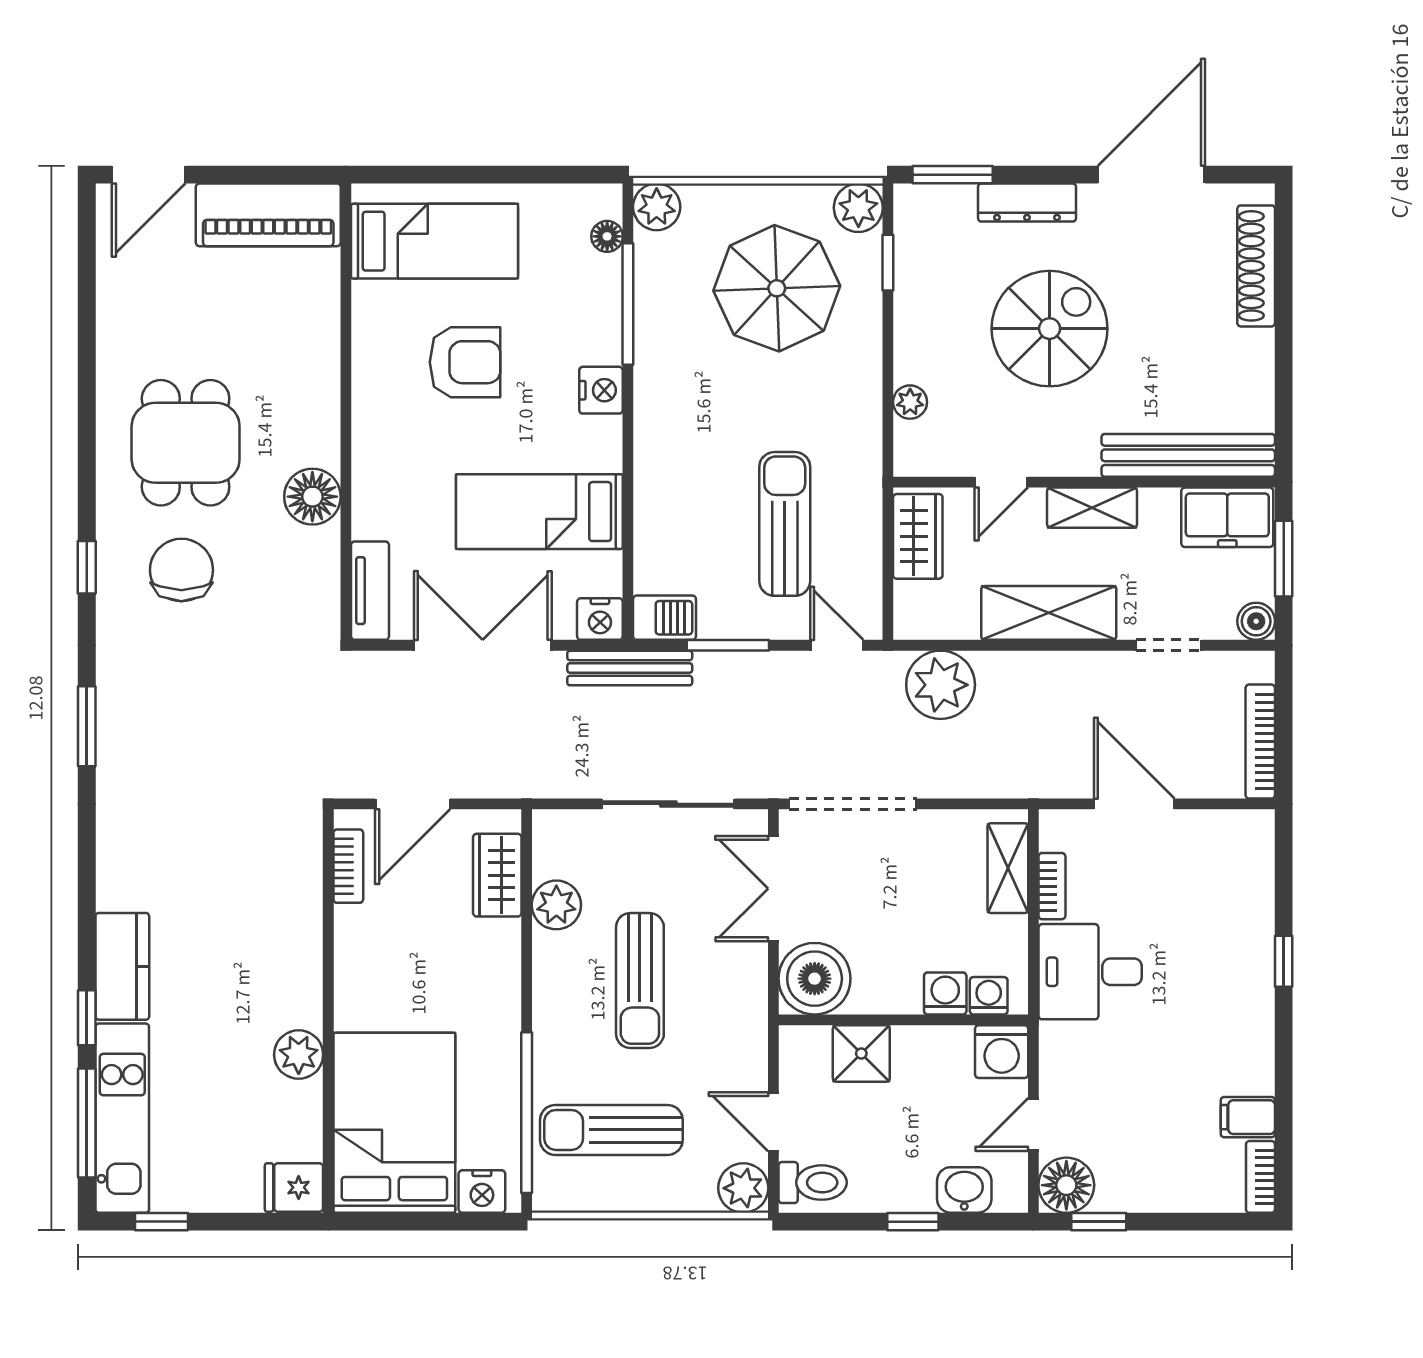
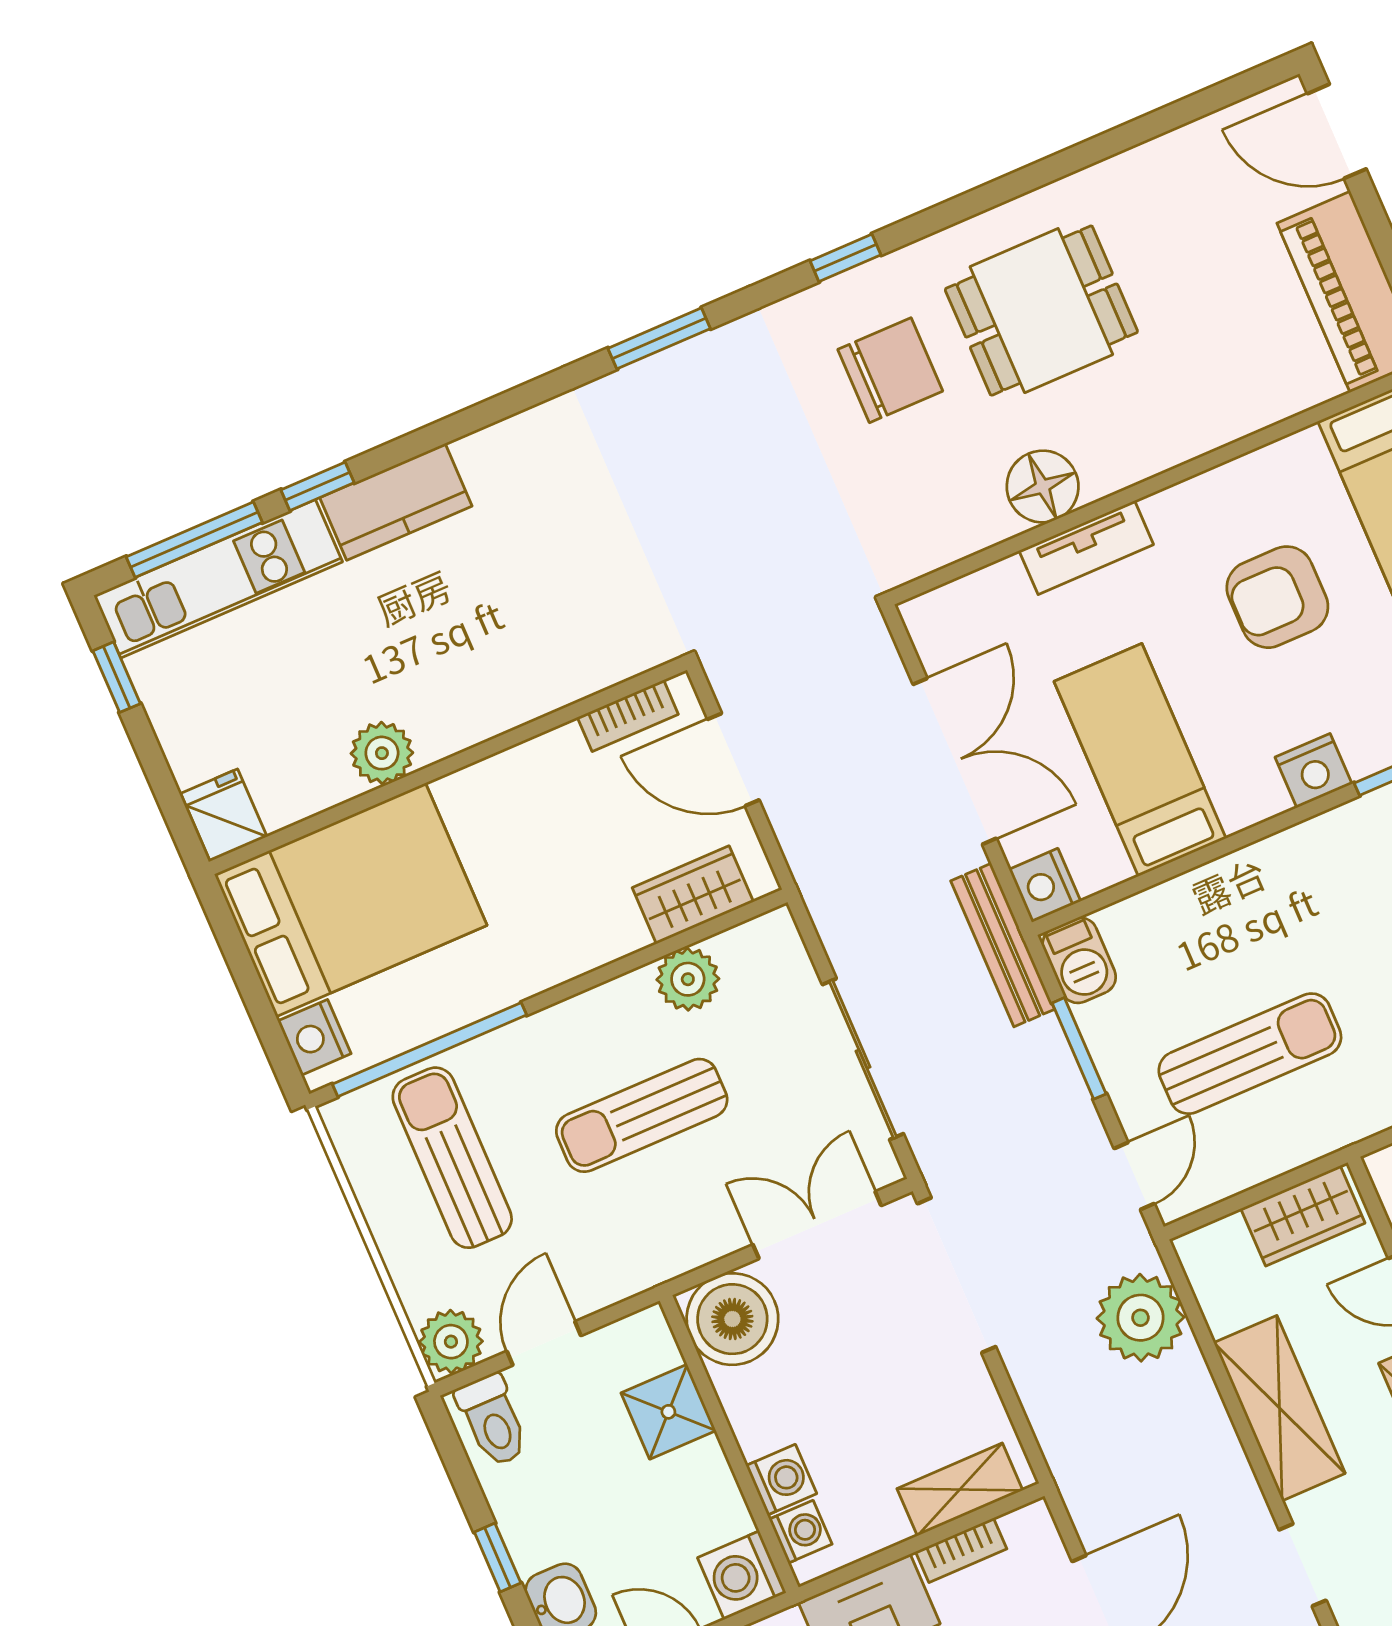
armchair: (465, 362) -> (1277, 597), turned 90
tv unit: (370, 591) -> (1086, 548), moved

